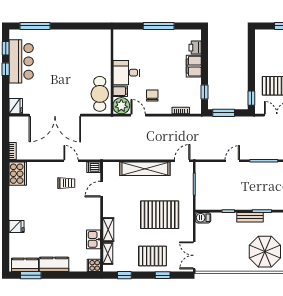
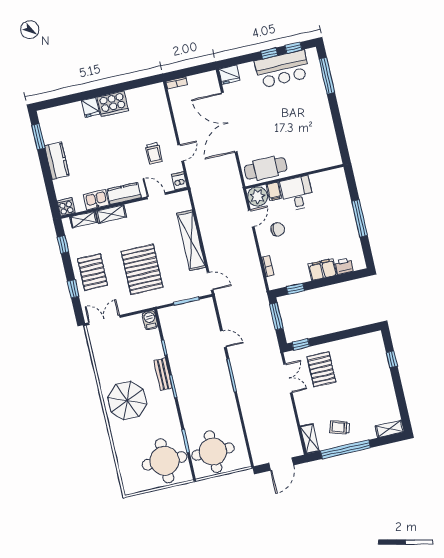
cooker: (18, 174) -> (113, 104), moved
kitchen counter: (25, 265) -> (124, 194), moved, turned -90

